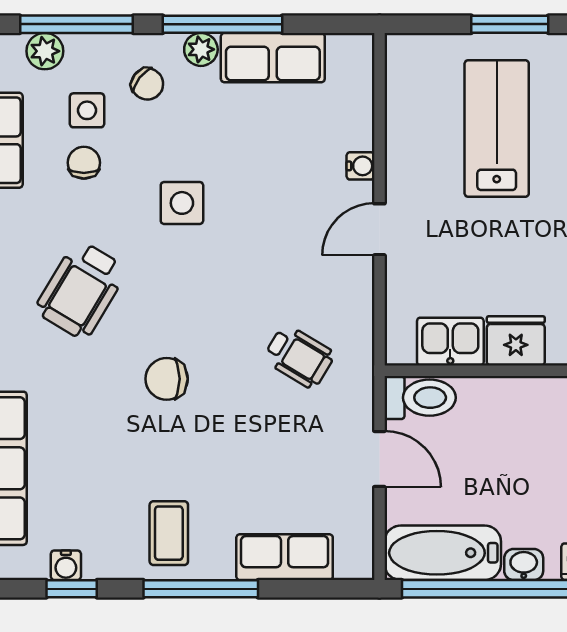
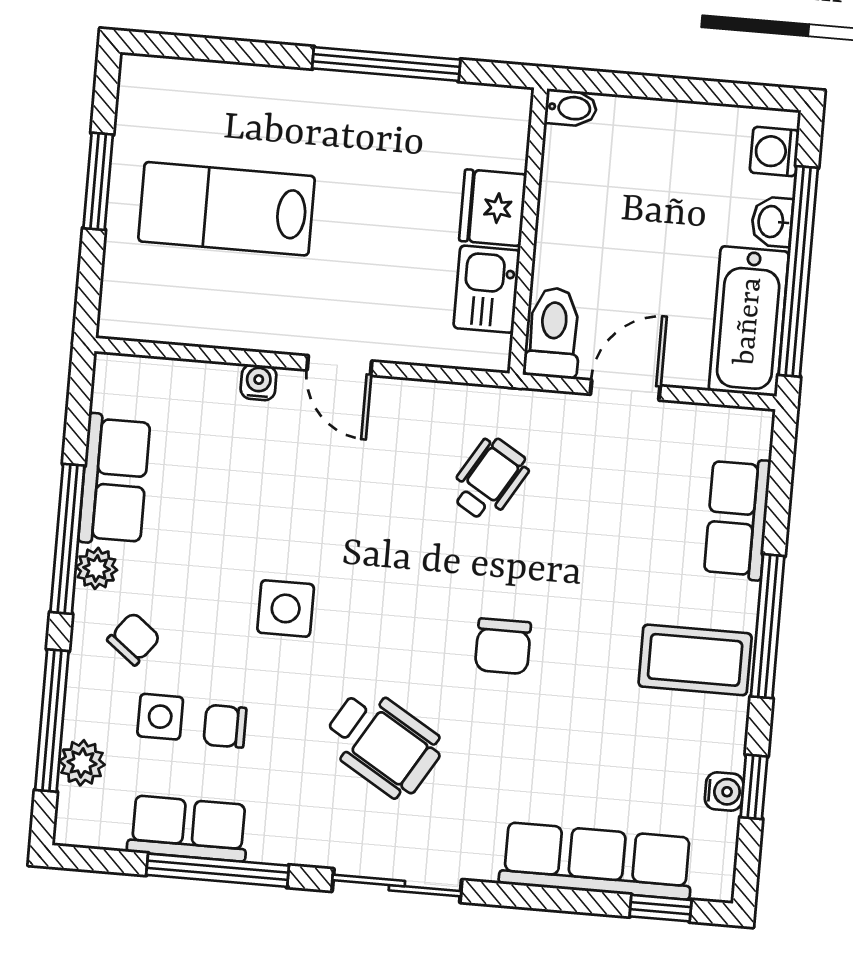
coffee table: (169, 533) -> (695, 660), width x1.36, depth x1.30

